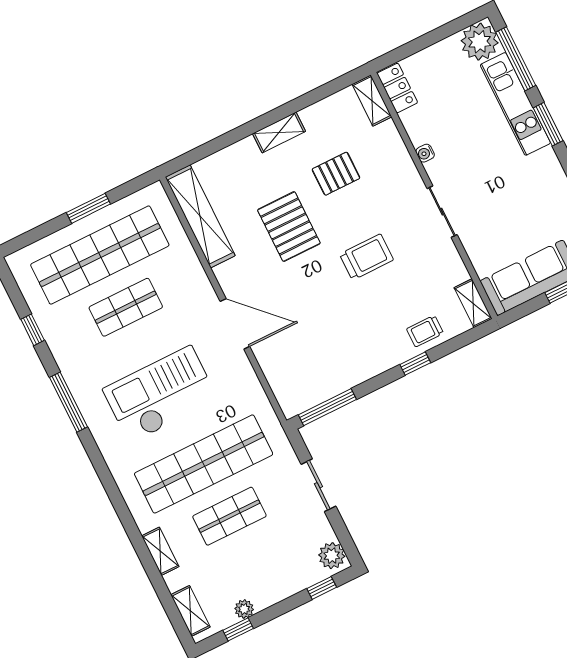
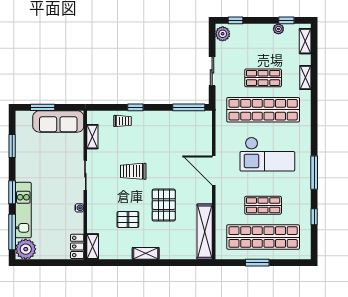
shelving: (473, 303) -> (92, 137), moved

